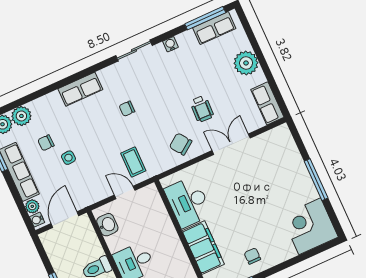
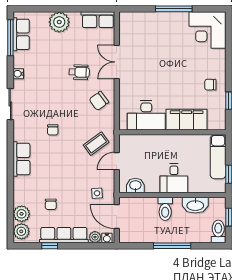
side table: (68, 158) -> (97, 193), moved
coffee table: (133, 162) -> (96, 144), turned -36

